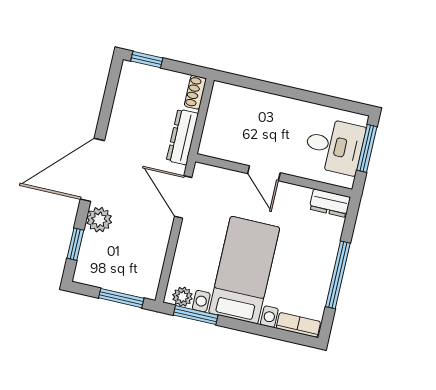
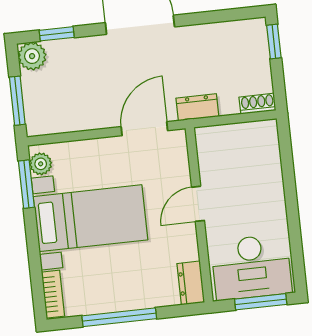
dresser: (182, 137) -> (197, 107), width x0.70
desk: (334, 146) -> (251, 267), width x1.37
plant: (99, 220) -> (32, 56), moved

